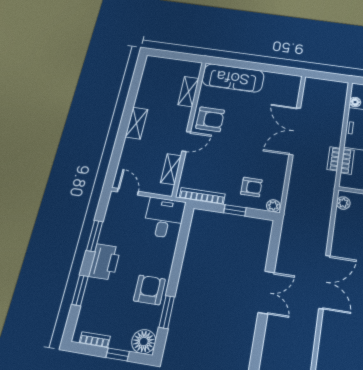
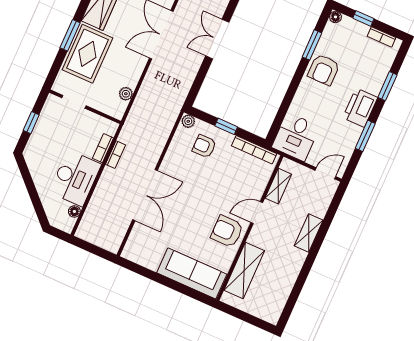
shelving: (188, 92) -> (244, 271), width x1.50, depth x1.33
shelving: (137, 123) -> (309, 233), moved
door: (128, 192) -> (325, 173), swing flipped
plant: (343, 203) -> (126, 94), moved
floor lamp: (144, 342) -> (335, 17), width x0.53, depth x0.53

